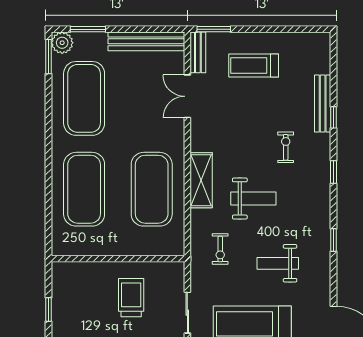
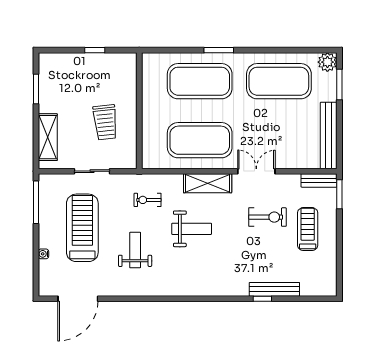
window: (48, 57) -> (219, 50), moved
double door: (187, 96) -> (256, 171), moved
exercise bike: (286, 147) -> (267, 217), moved, width x1.38, depth x1.39
window: (333, 172) -> (215, 299), removed
weight bench: (253, 198) -> (192, 229), turned -90
window: (333, 240) -> (155, 299), removed
trolley: (131, 298) -> (105, 122), turned 84

